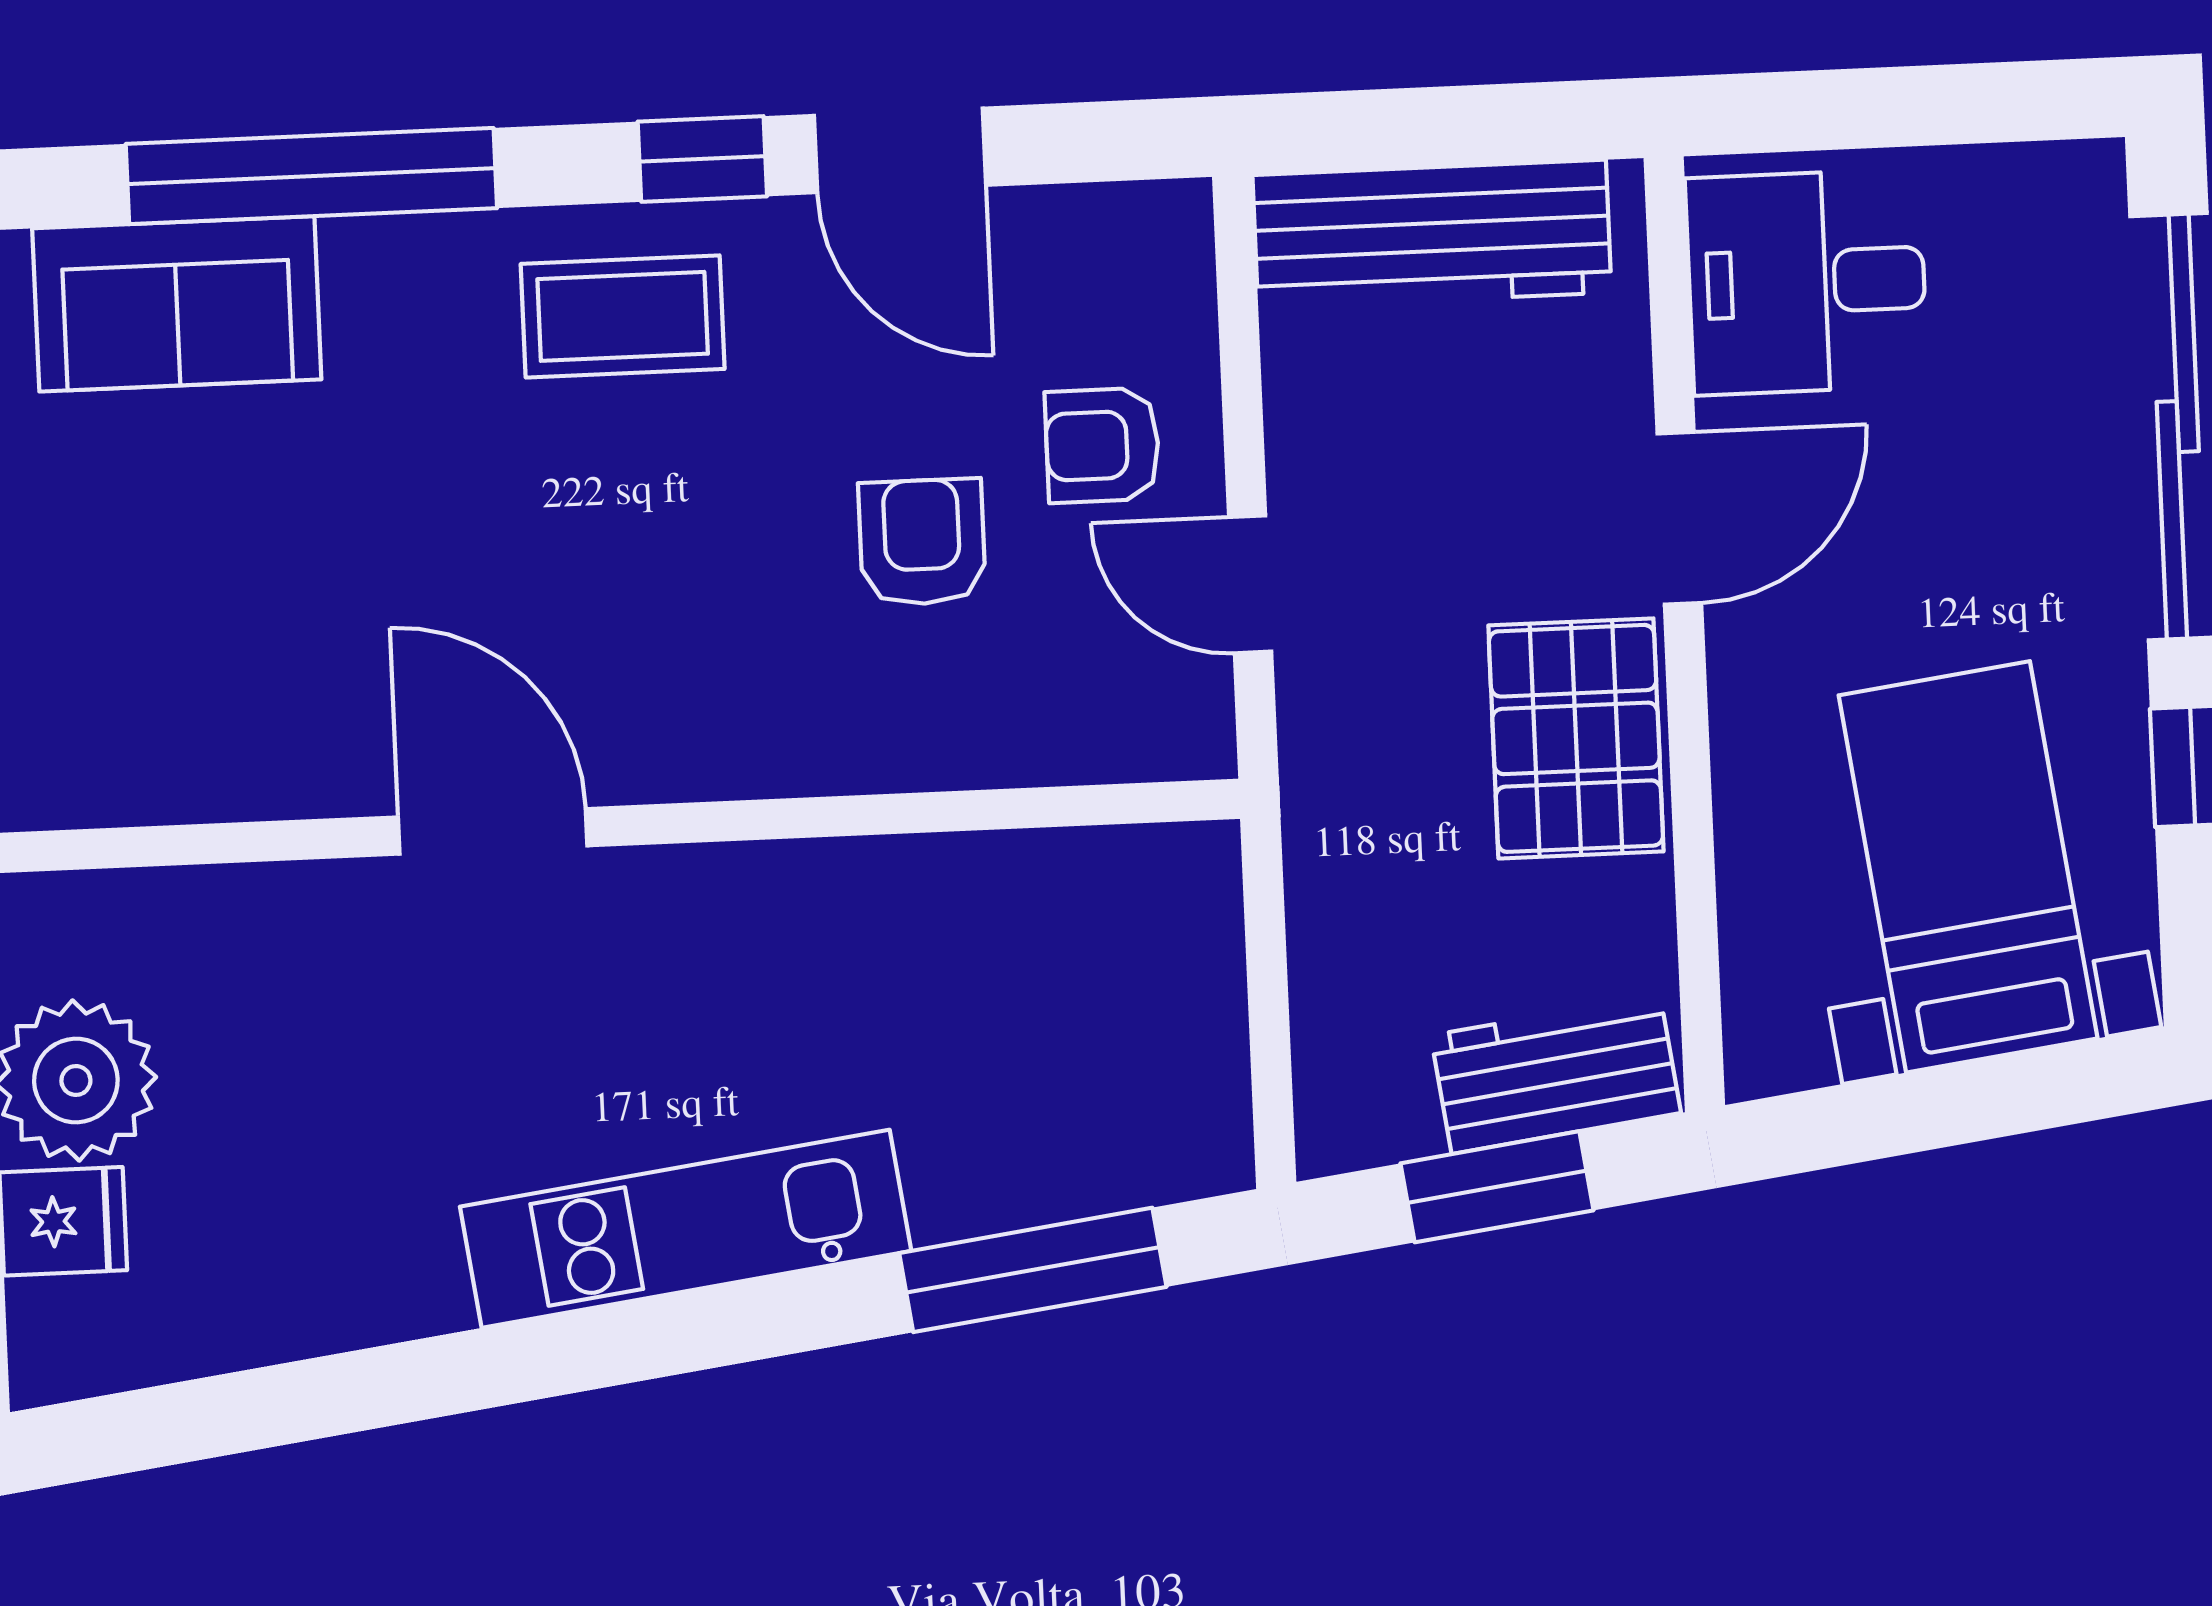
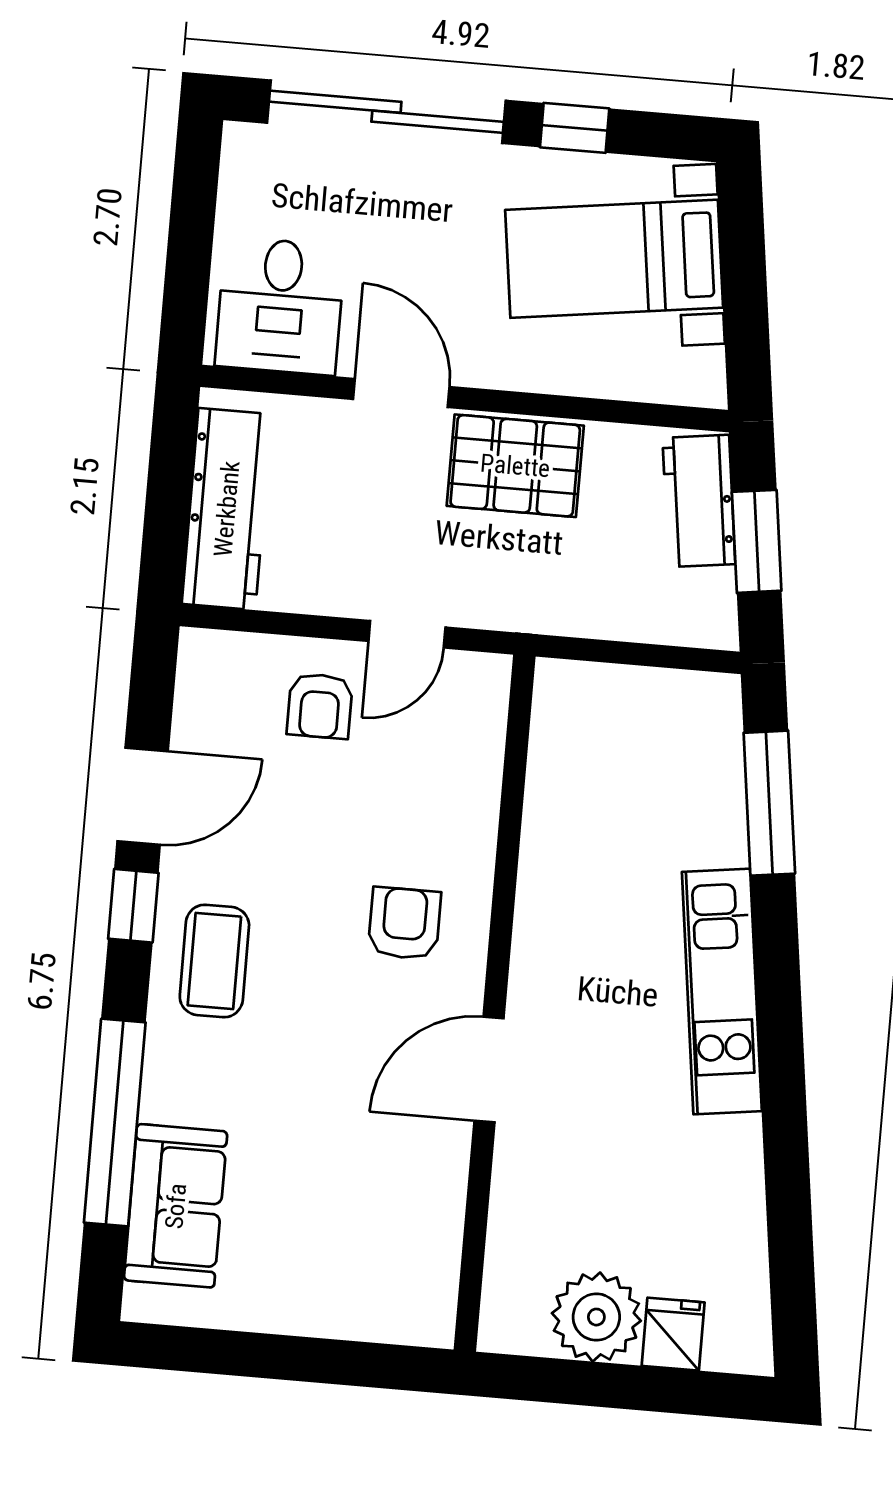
armchair: (922, 542) -> (404, 923), moved, turned 90

